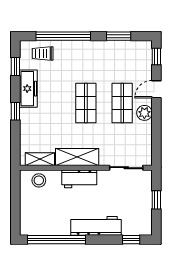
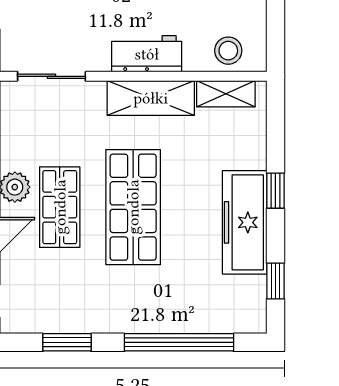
trolley: (43, 54) -> (220, 307), removed
freezer: (28, 89) -> (245, 222), width x1.36, depth x1.26
shop shelf: (86, 103) -> (133, 207), width x1.43, depth x1.36

